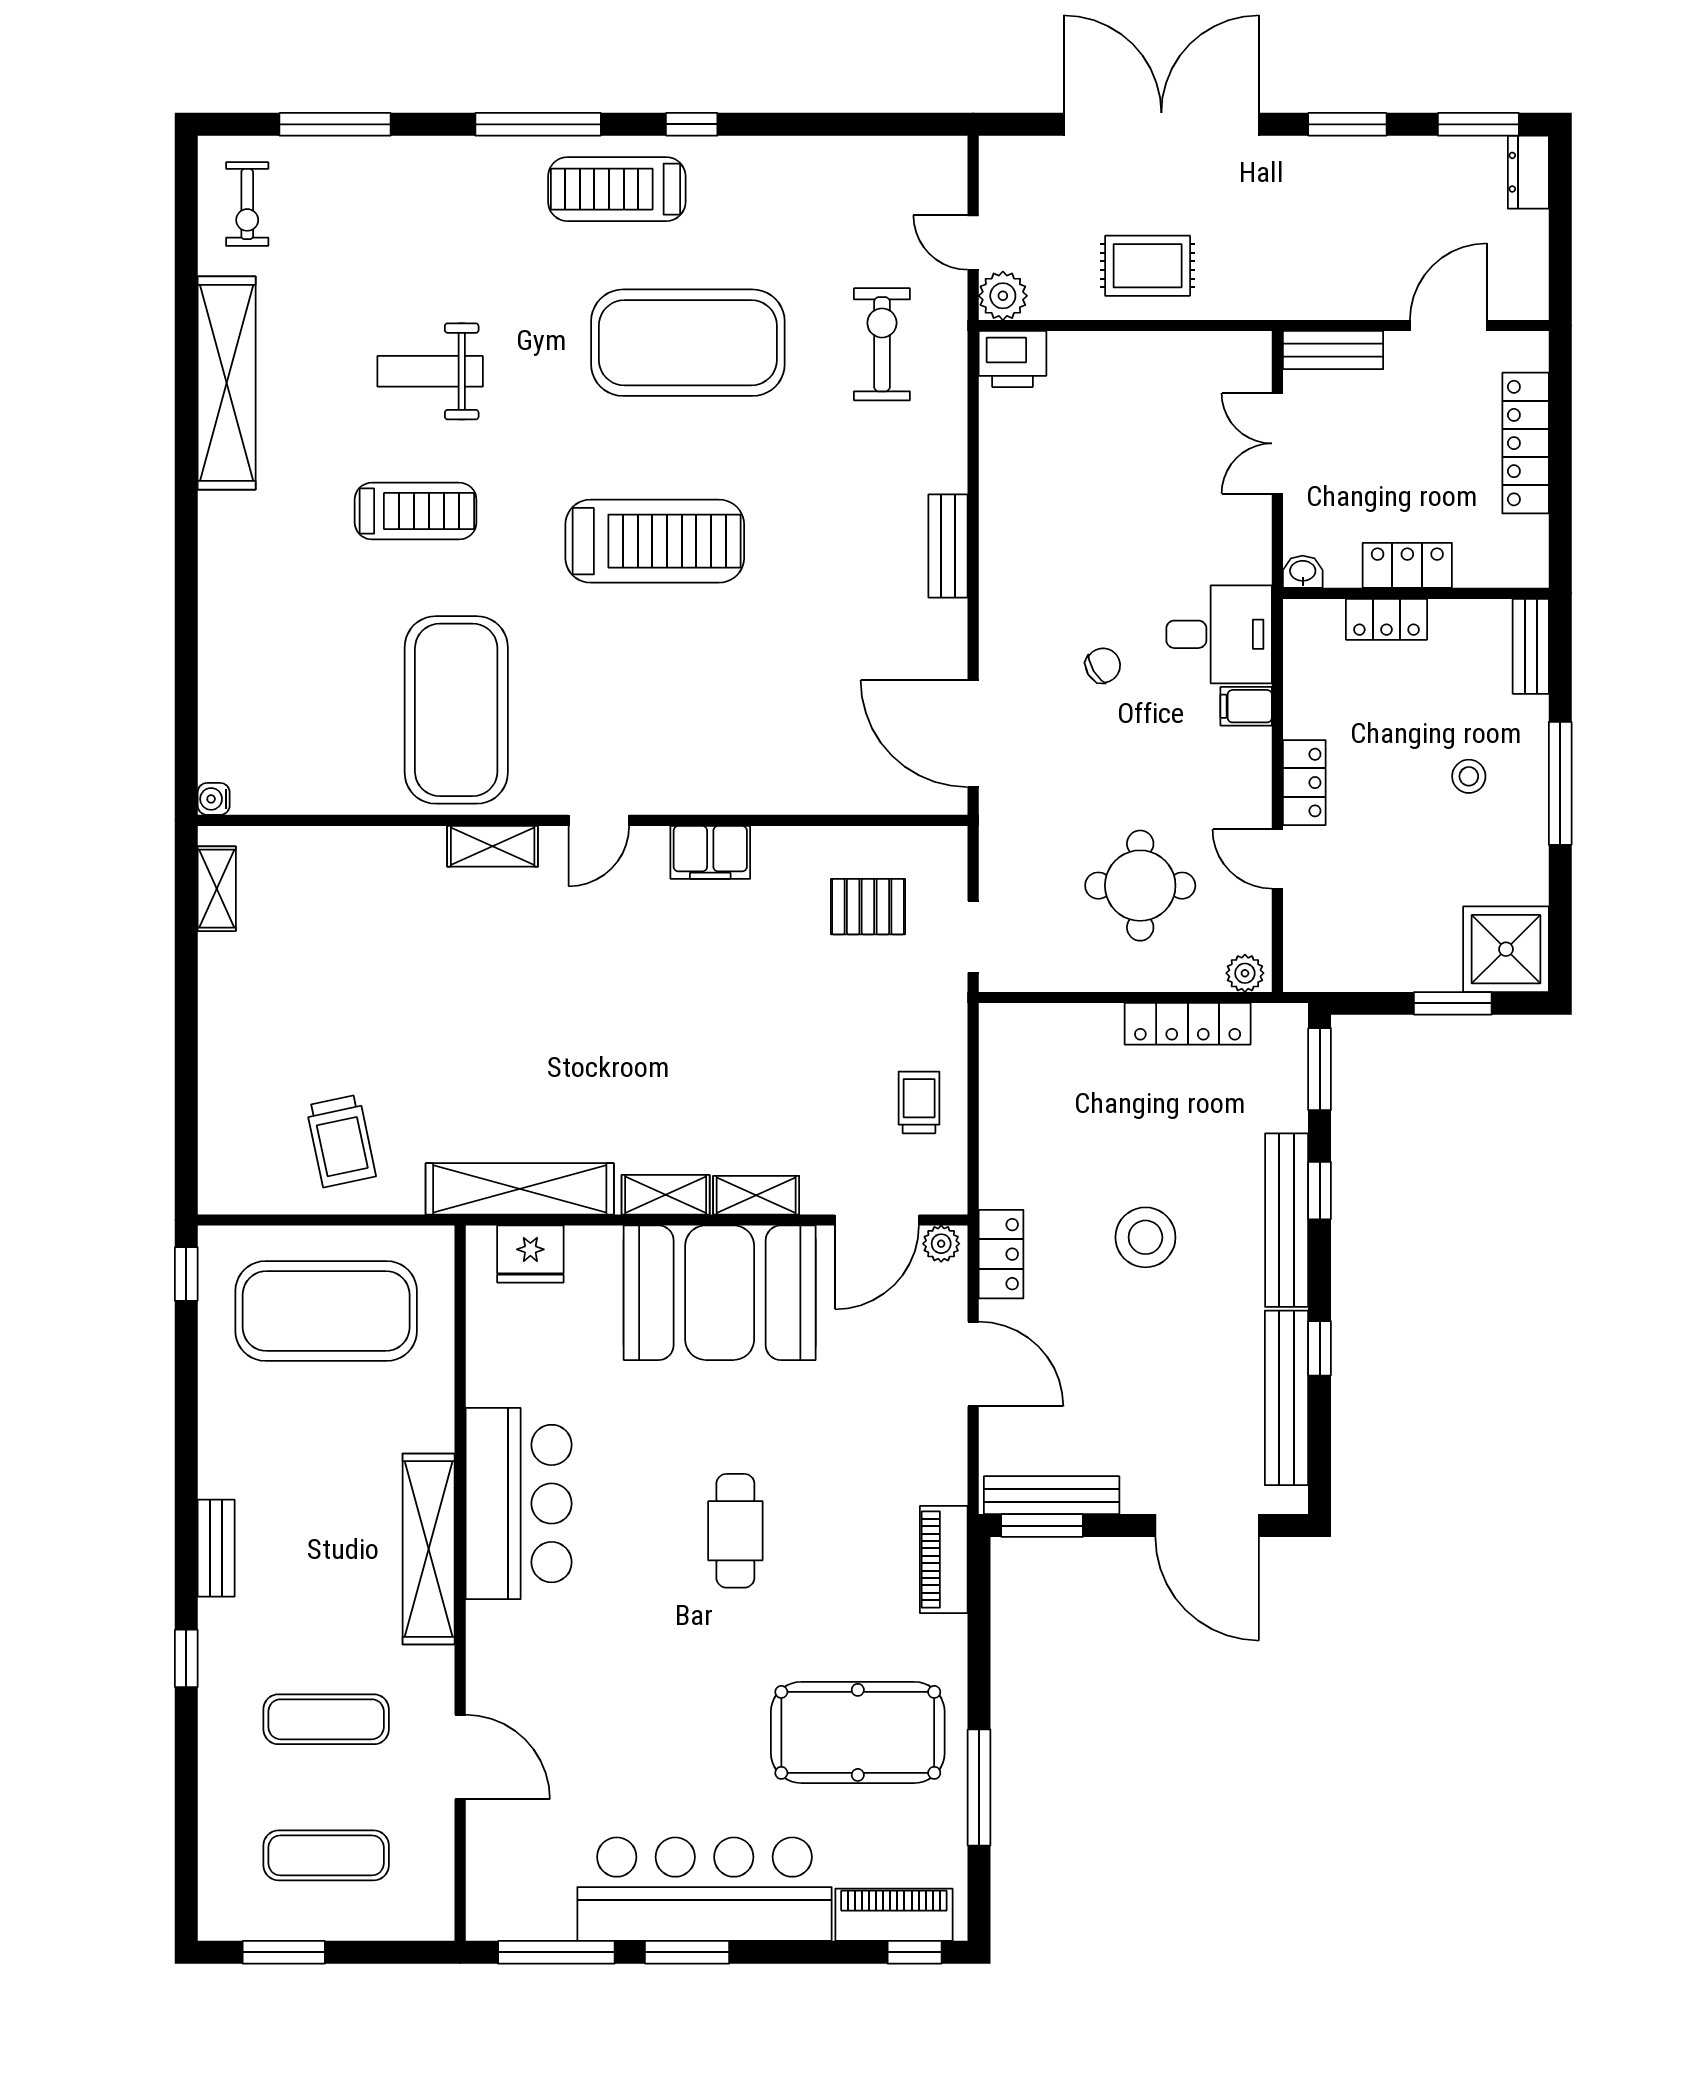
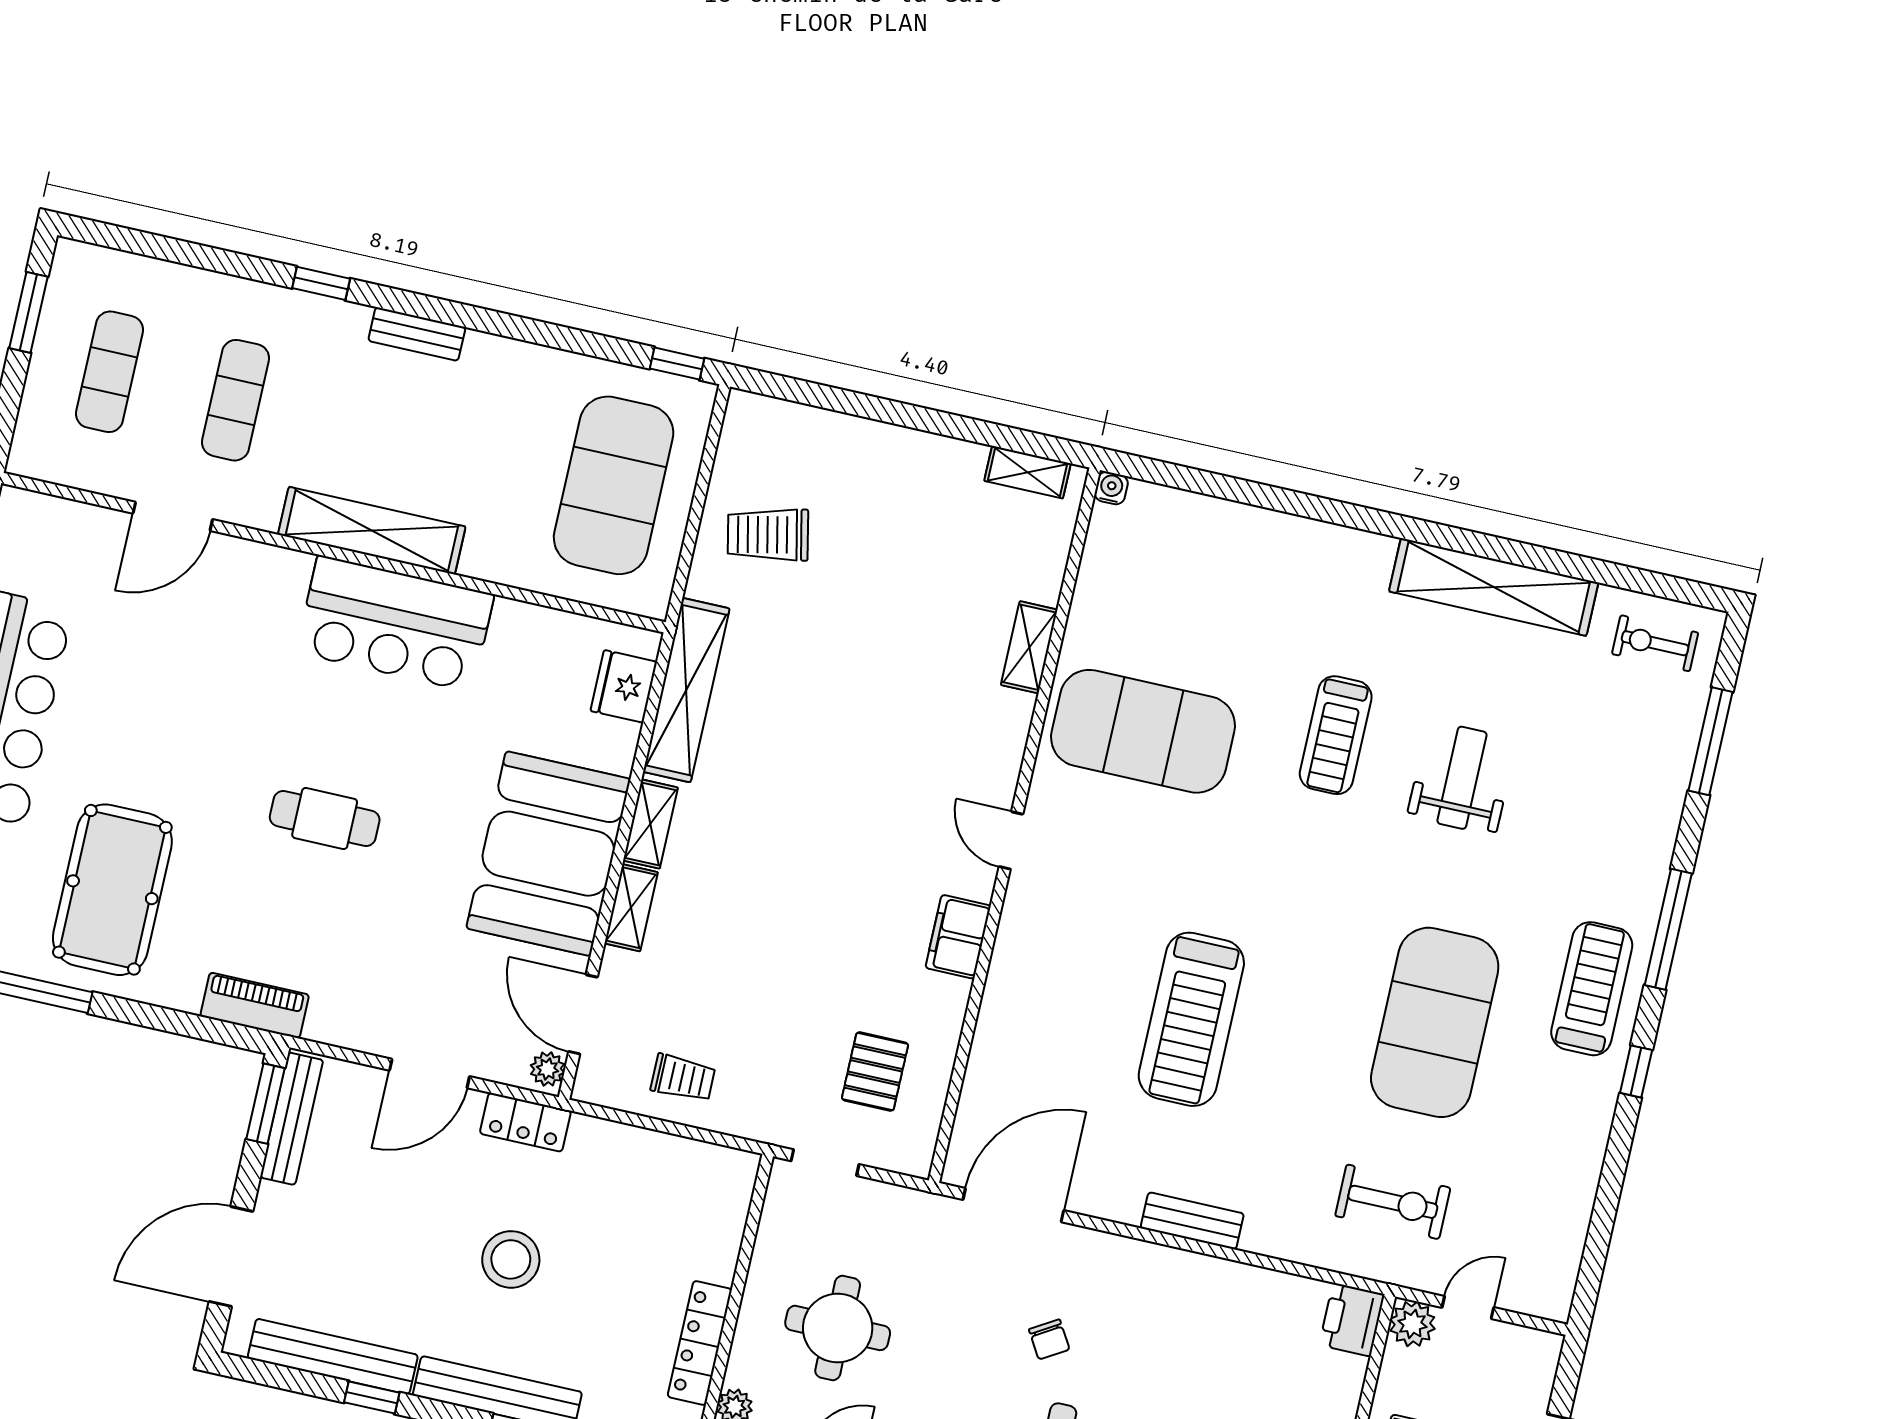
treadmill: (655, 541) -> (1191, 1019), moved
shelving: (493, 846) -> (1029, 647), moved

